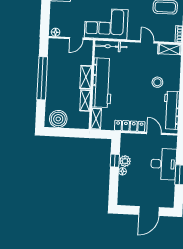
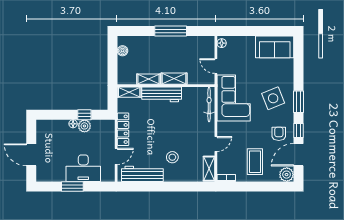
window: (42, 78) -> (171, 31), width x0.68
workbench: (102, 83) -> (162, 94), width x0.73, depth x0.76
boiler: (58, 119) -> (123, 51), width x0.54, depth x0.54

